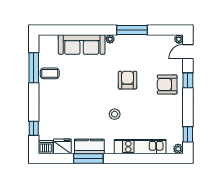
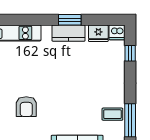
stool: (115, 114) -> (41, 69), removed
window: (88, 158) -> (70, 20), width x0.69

